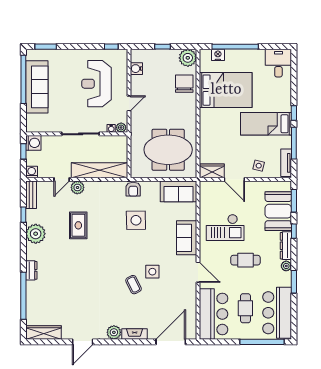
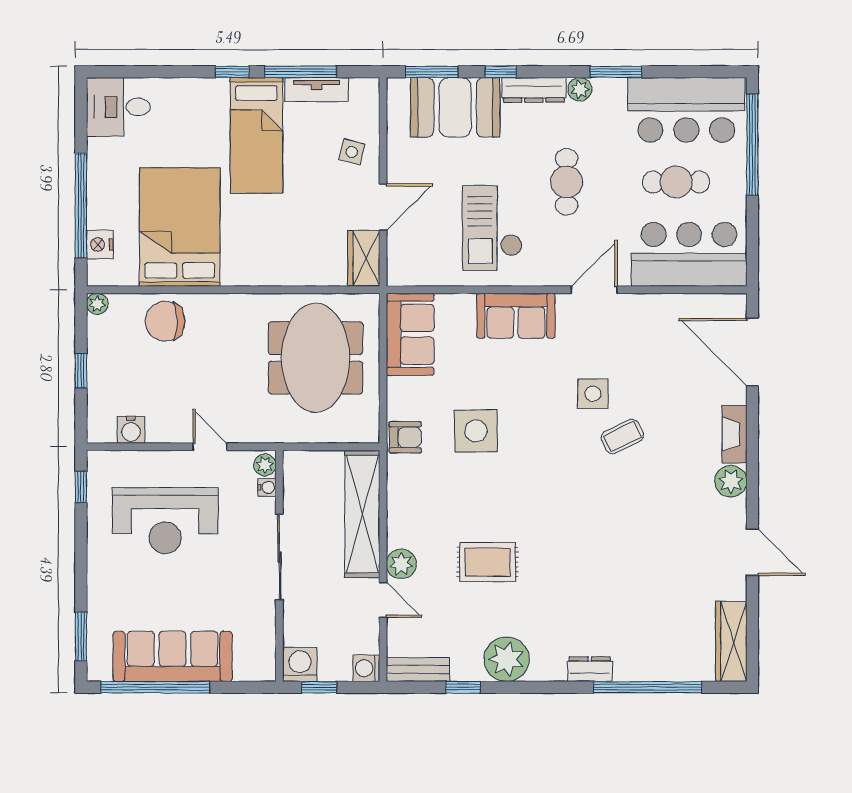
plant: (188, 58) -> (97, 304), width x0.53, depth x0.53
tv unit: (286, 163) -> (317, 90), moved
checkout: (225, 227) -> (492, 228), turned 180

